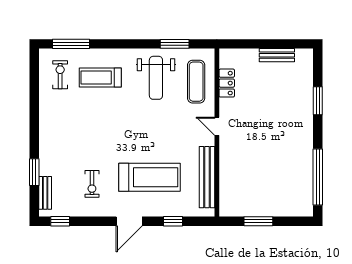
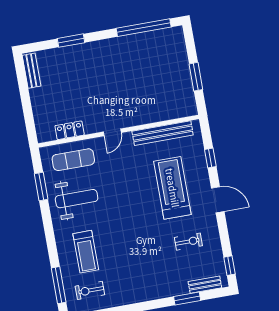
bench: (277, 55) -> (31, 71), moved

